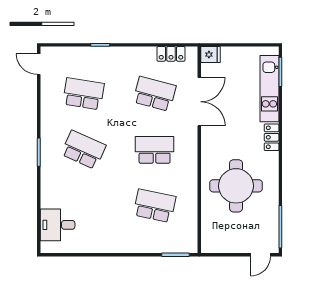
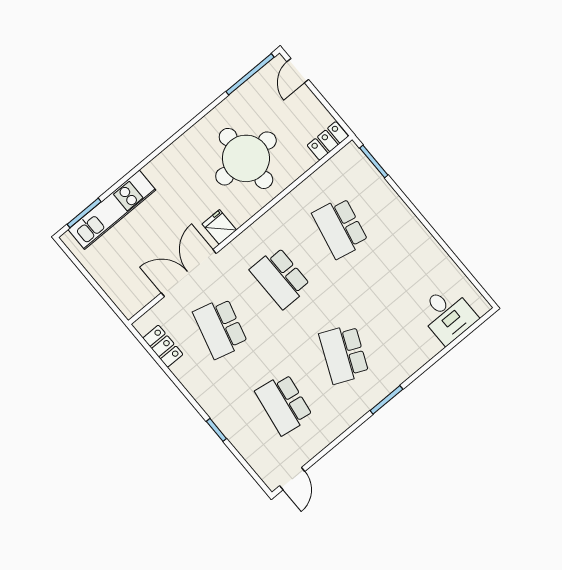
fridge: (211, 55) -> (219, 227), moved
locker: (272, 137) -> (328, 141), moved, turned 180
door: (260, 255) -> (298, 71), swing flipped

